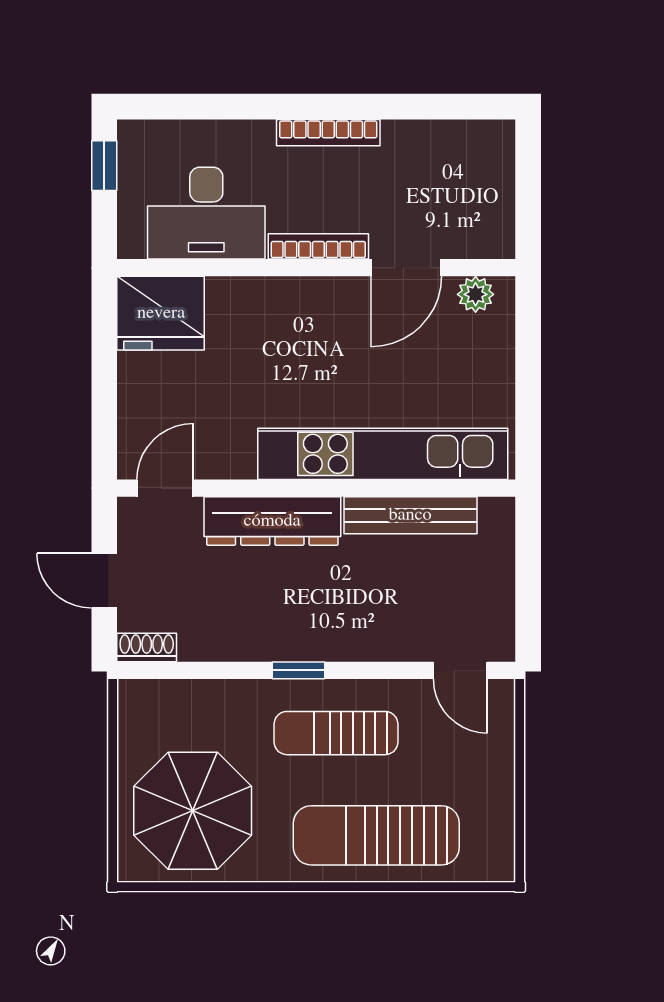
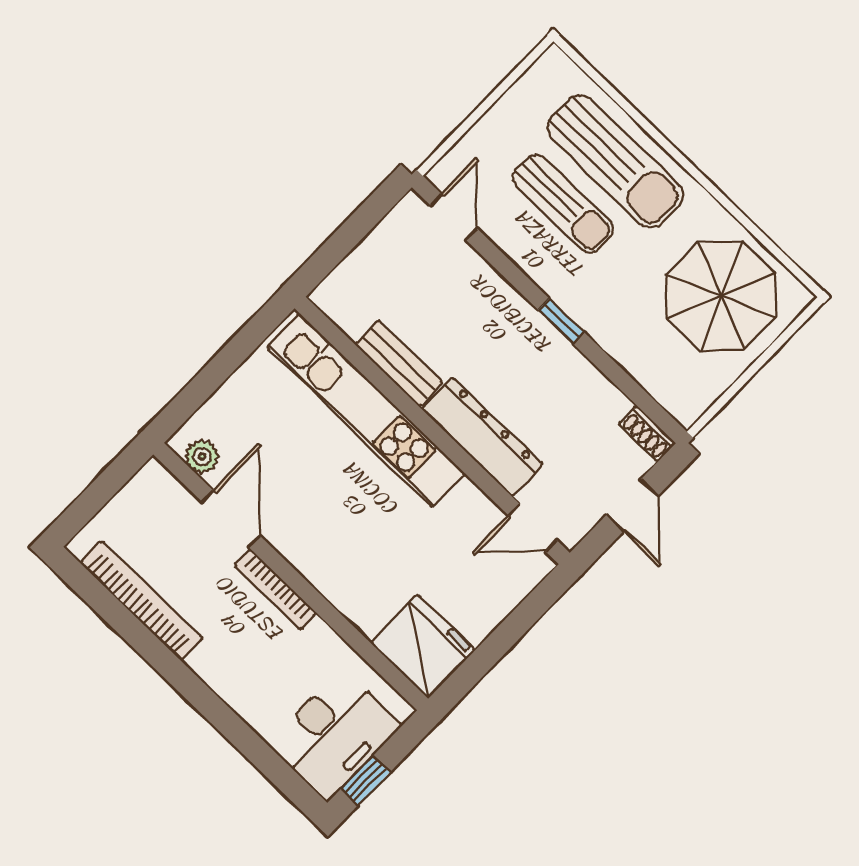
bookcase: (328, 133) -> (142, 601), moved, width x1.48, depth x1.31
desk: (206, 213) -> (334, 734), moved, turned 90
door: (406, 268) -> (231, 519), hinge flipped
bench: (410, 515) -> (399, 363), width x0.73
sun lounger: (336, 733) -> (563, 204), moved

